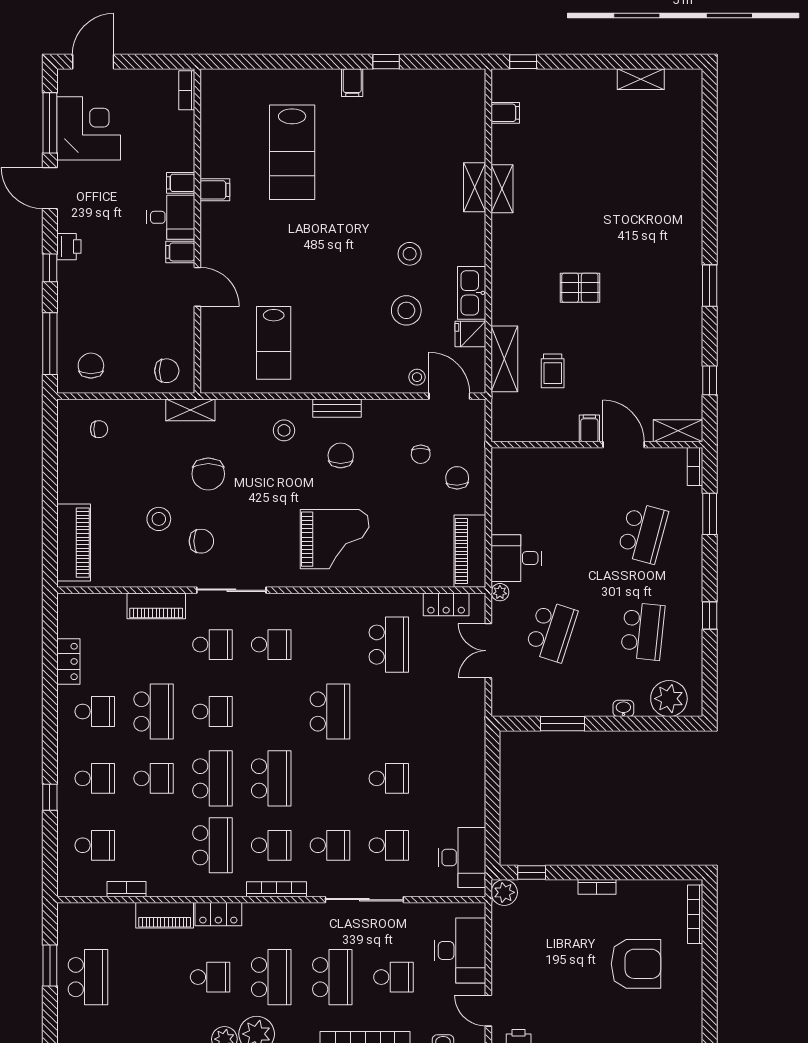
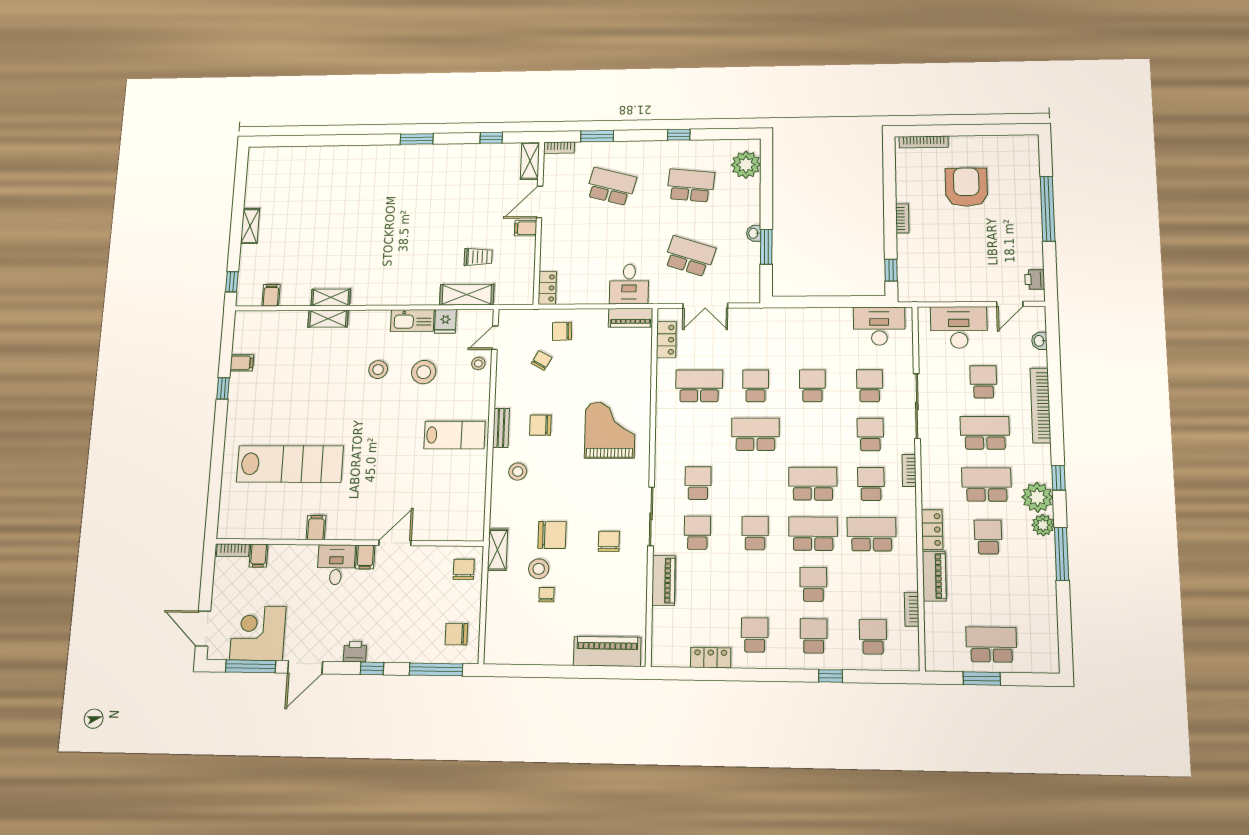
shelving: (641, 79) -> (250, 226), moved
filing cabinet: (352, 83) -> (242, 363), moved
lab bench: (292, 152) -> (290, 464), width x1.36
filing cabinet: (181, 183) -> (259, 556), moved
pallet: (580, 288) -> (413, 237), removed
lab bench: (274, 343) -> (454, 435), moved
door: (449, 396) -> (495, 338), width x0.73
chair: (99, 429) -> (547, 595), moved
chair: (421, 454) -> (542, 360), turned -62
locker: (512, 458) -> (547, 288), added
stool: (159, 519) -> (539, 569), moved
piano: (470, 551) -> (631, 318), width x0.73, depth x0.75
plant: (500, 592) -> (657, 297), removed
washbasin: (623, 708) -> (754, 233), moved
school desk: (154, 711) -> (756, 386), moved, width x0.54
bookcase: (277, 889) -> (909, 471), width x0.64
plant: (504, 892) -> (908, 292), removed

